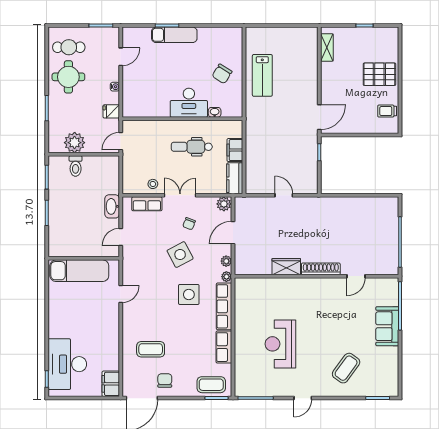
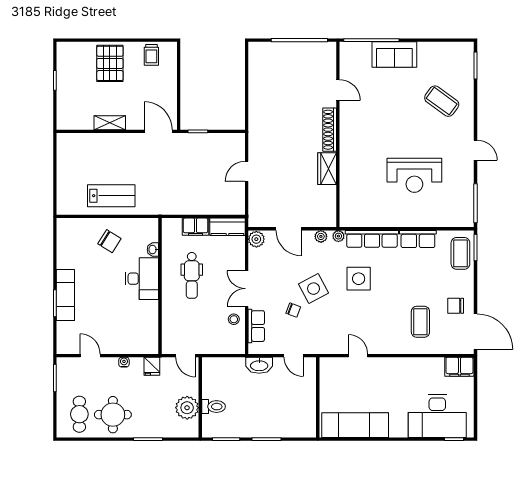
shelving: (327, 47) -> (110, 123), moved
chair: (189, 224) -> (293, 310), moved
exam couch: (79, 271) -> (355, 425), moved, turned -90

